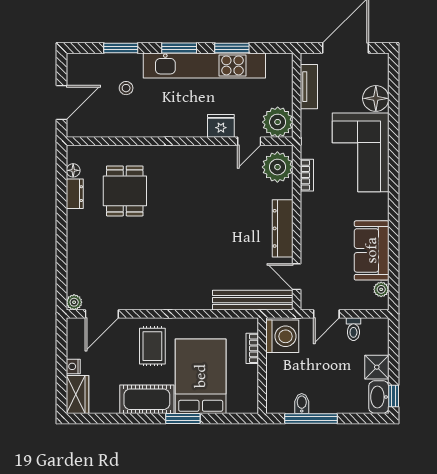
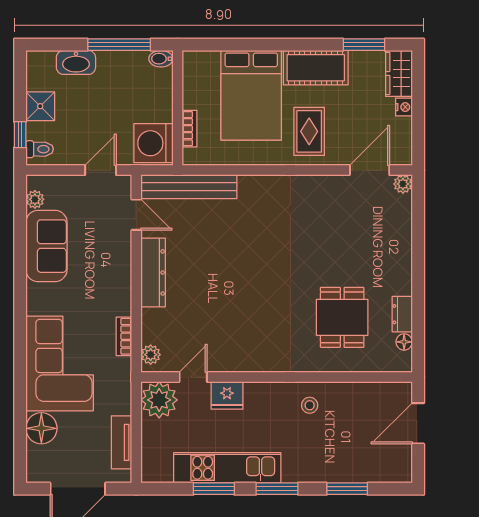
kitchen unit: (204, 65) -> (227, 468), width x0.73
stool: (126, 88) -> (310, 405), moved
plant: (277, 167) -> (151, 355), width x0.53, depth x0.53
toilet: (353, 329) -> (40, 149), moved, turned 90
window: (394, 396) -> (20, 135), moved
washbasin: (379, 397) -> (76, 62), moved, turned 90
bidet: (302, 404) -> (161, 59), moved, turned 90
window: (183, 418) -> (364, 45), moved

